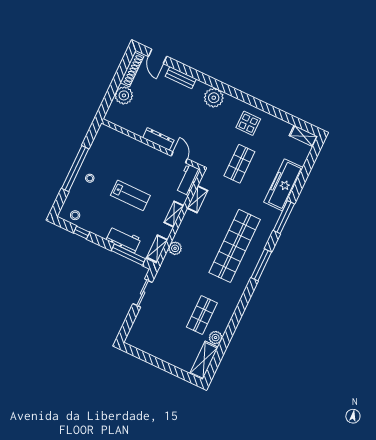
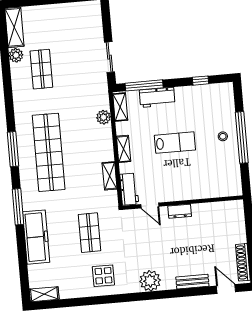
plant: (124, 95) -> (236, 233), removed
dresser: (158, 139) -> (180, 211), width x0.70
lab bench: (130, 195) -> (175, 143), turned 180
stool: (75, 215) -> (216, 93), removed

